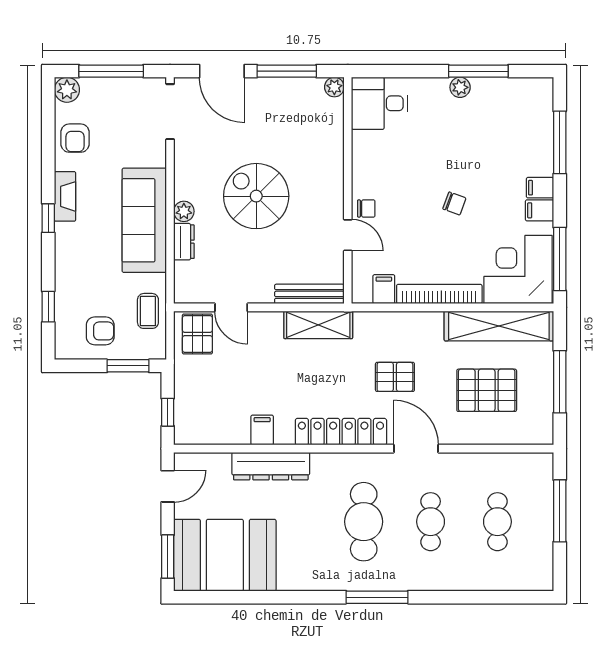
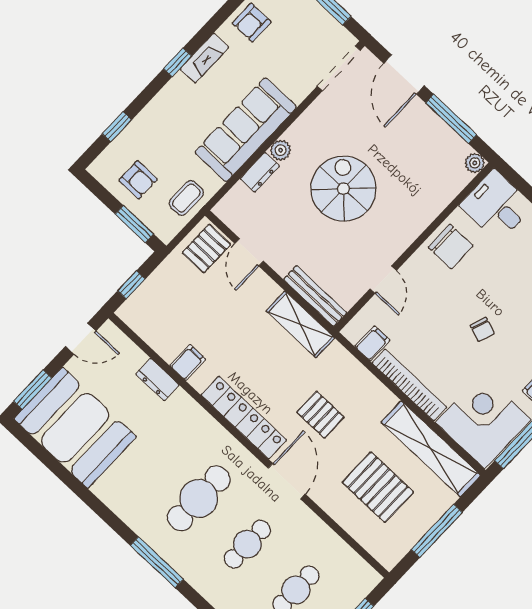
chair: (366, 209) -> (451, 246), moved, width x1.87, depth x1.87
dresser: (271, 466) -> (157, 380), width x0.51, depth x0.80

